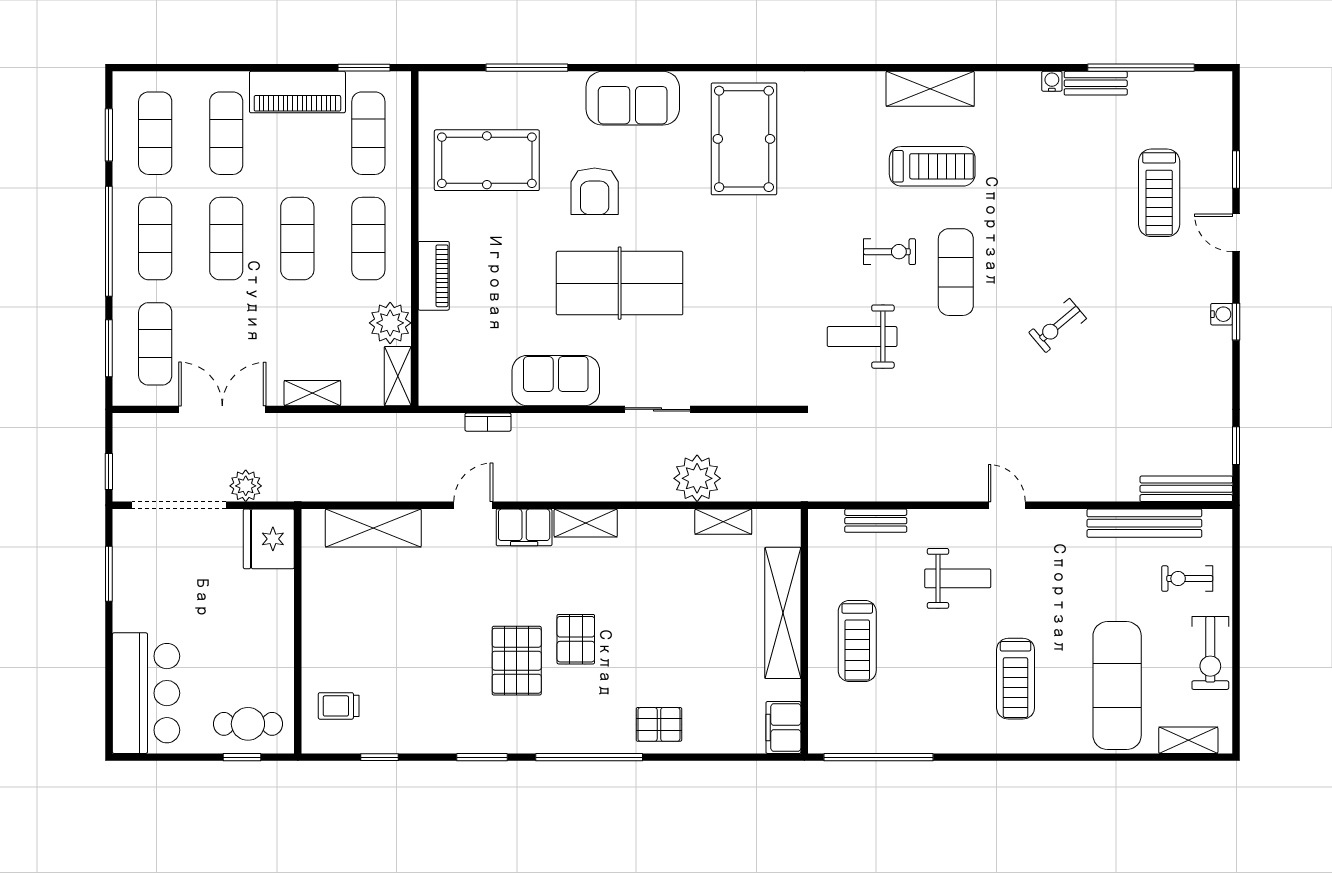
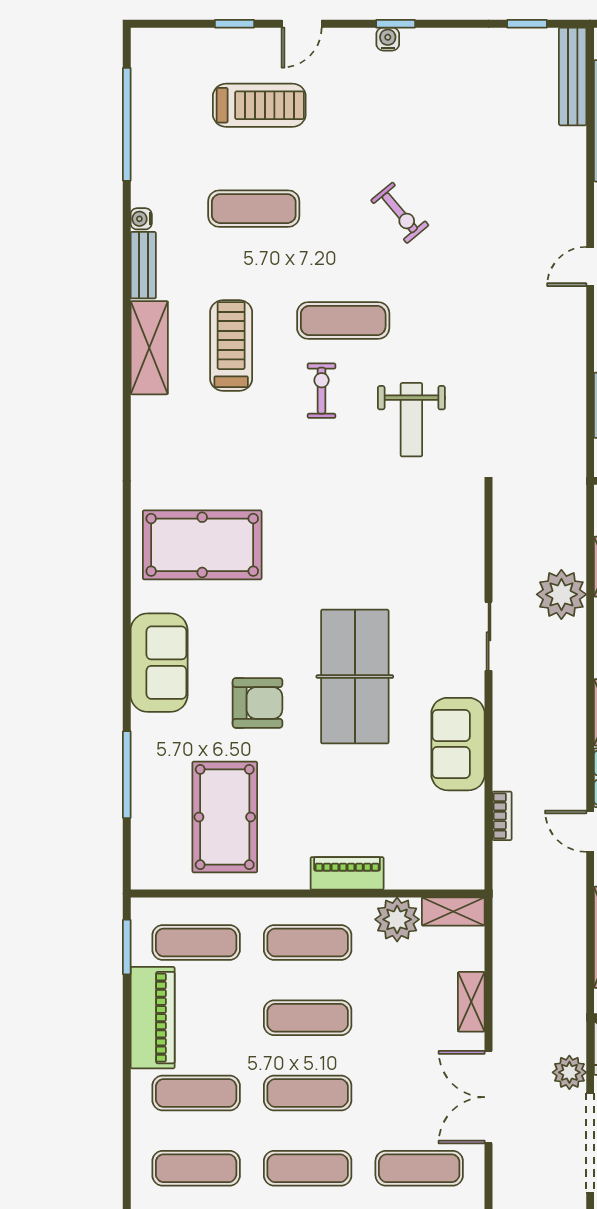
bench: (1096, 83) -> (143, 265), moved
exercise mat: (1061, 188) -> (254, 209), added

